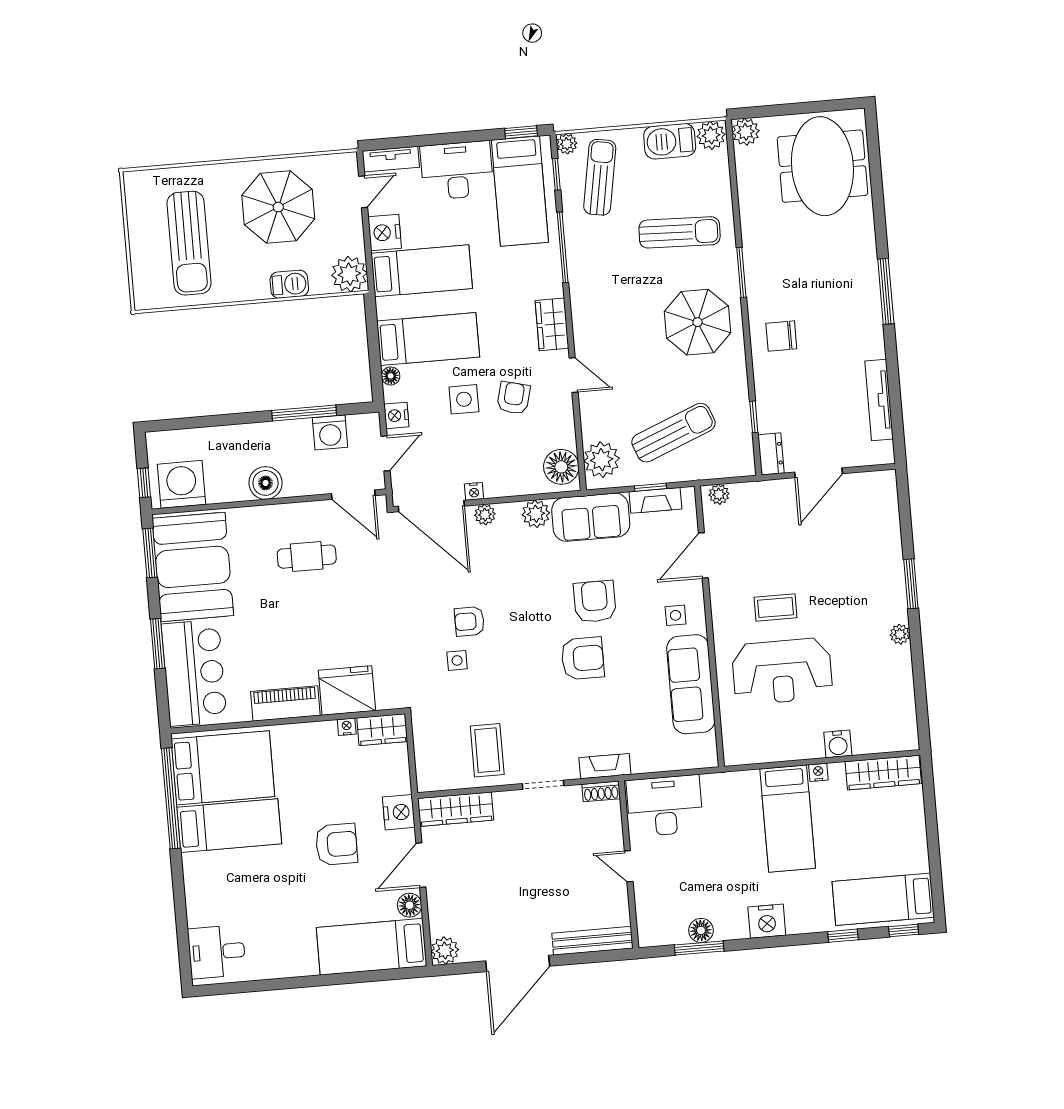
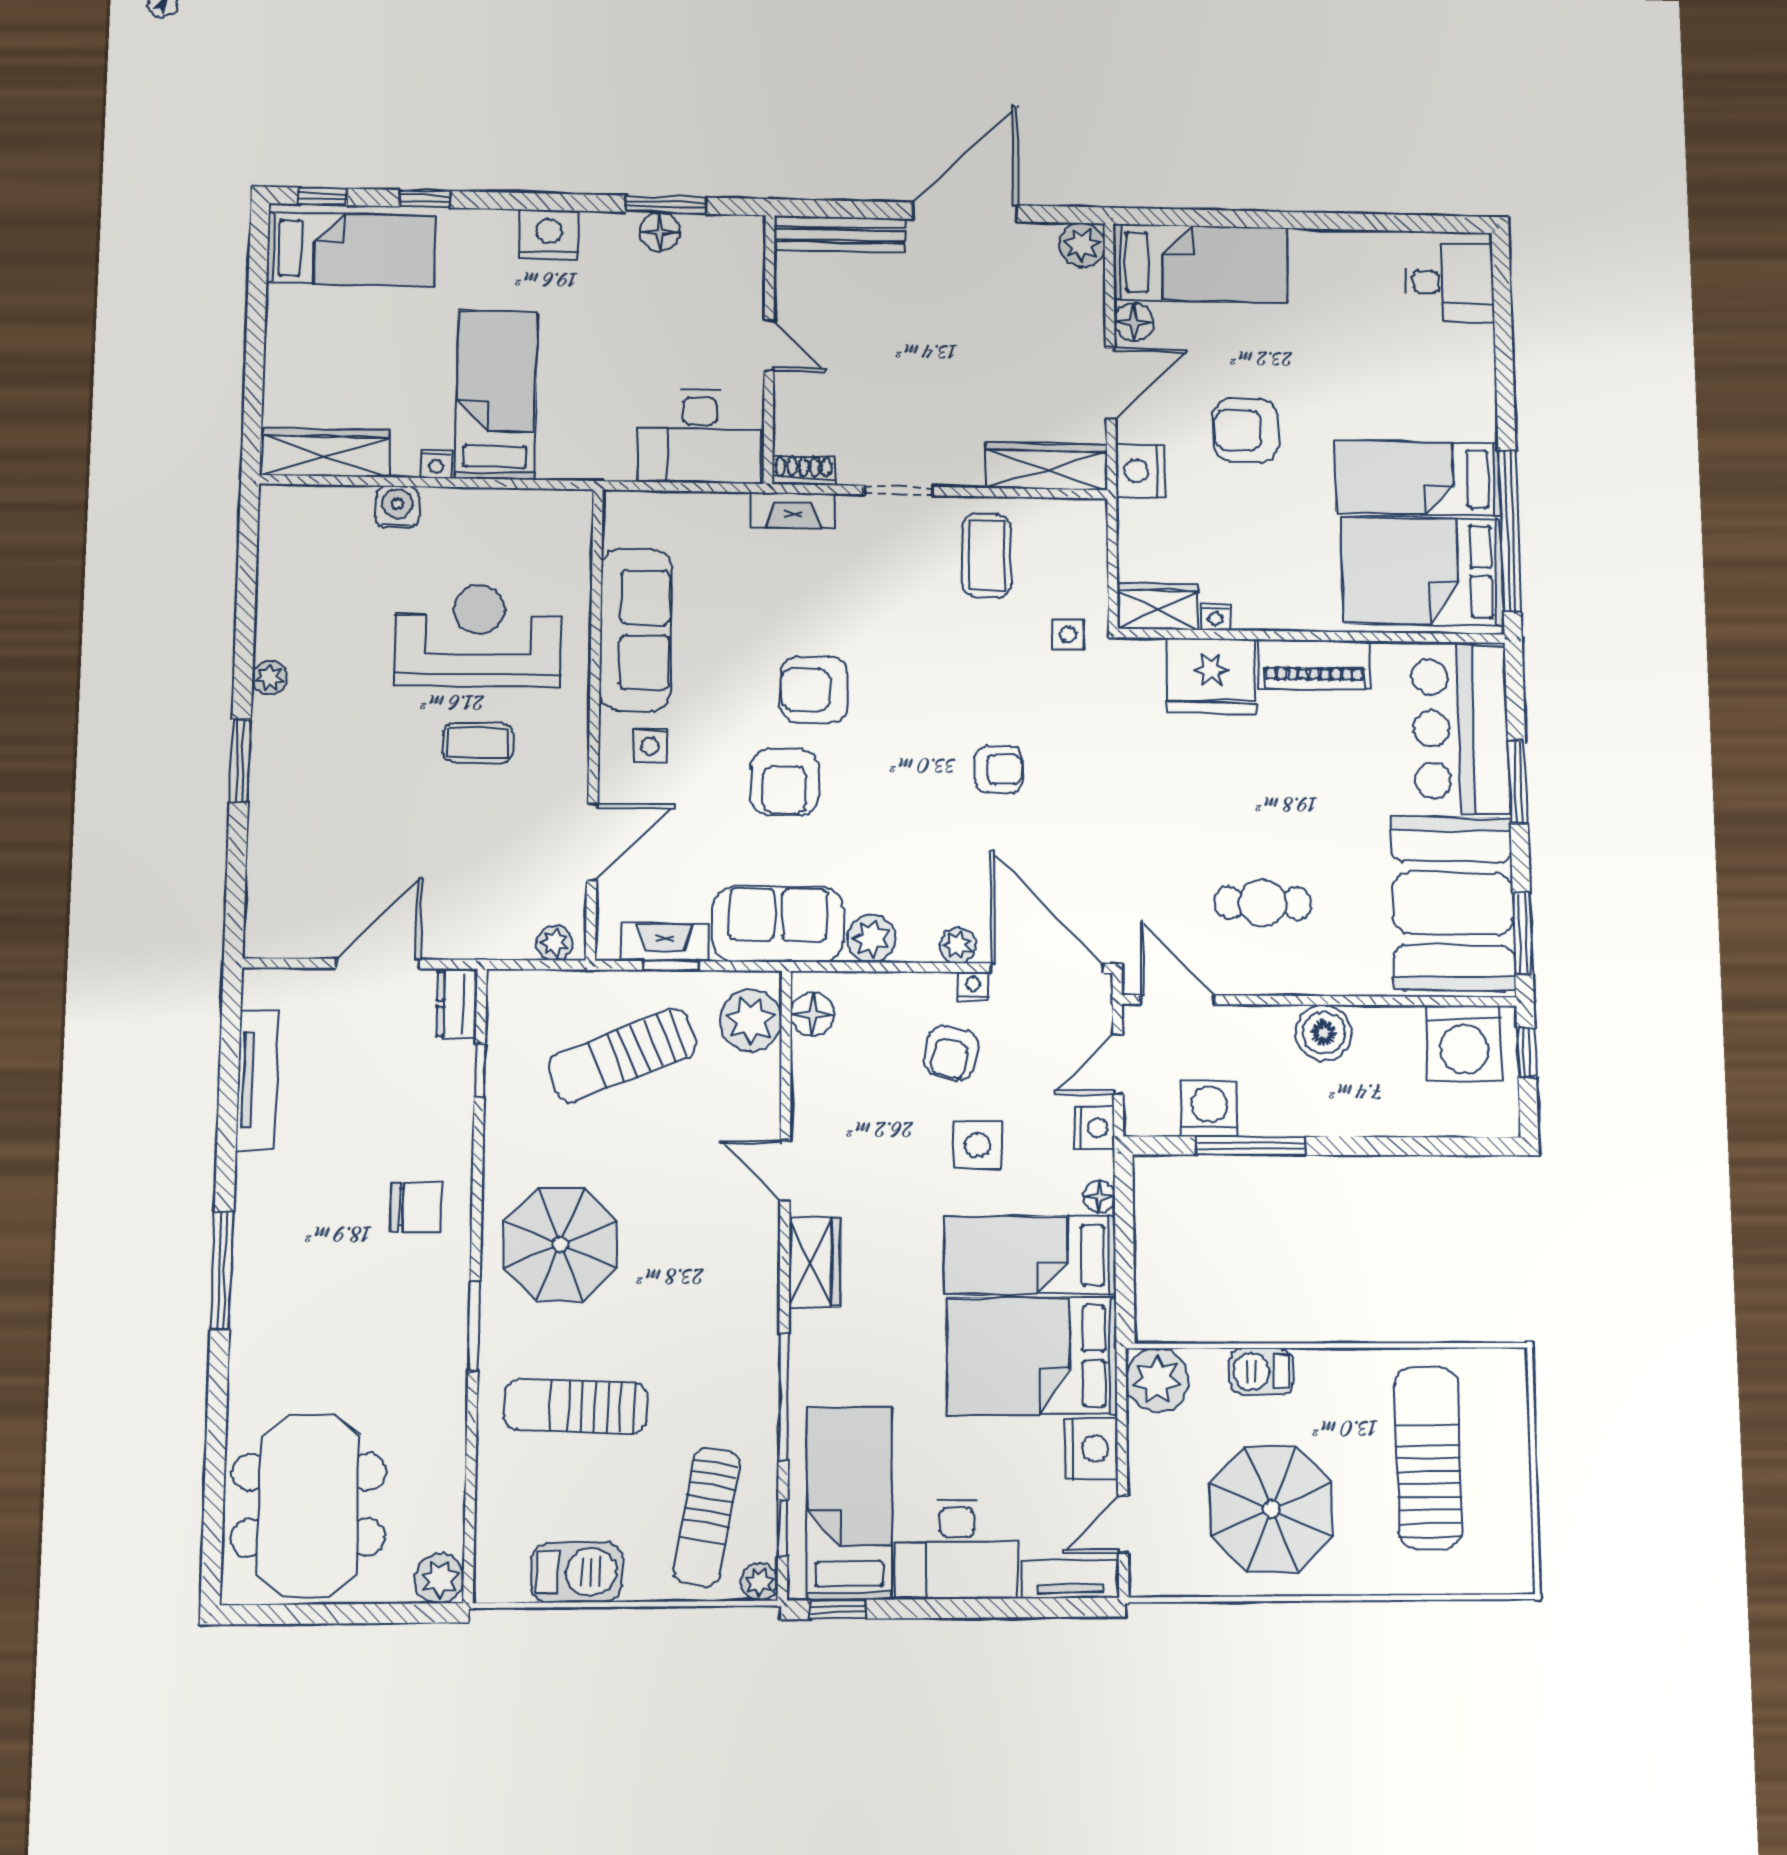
plant: (711, 135) -> (502, 1577), removed
bed: (422, 271) -> (1032, 1356), width x1.50
armchair: (514, 398) -> (951, 1053), moved
floor lamp: (561, 467) -> (813, 1014), width x0.73, depth x0.73
side table: (457, 660) -> (1068, 634), moved

